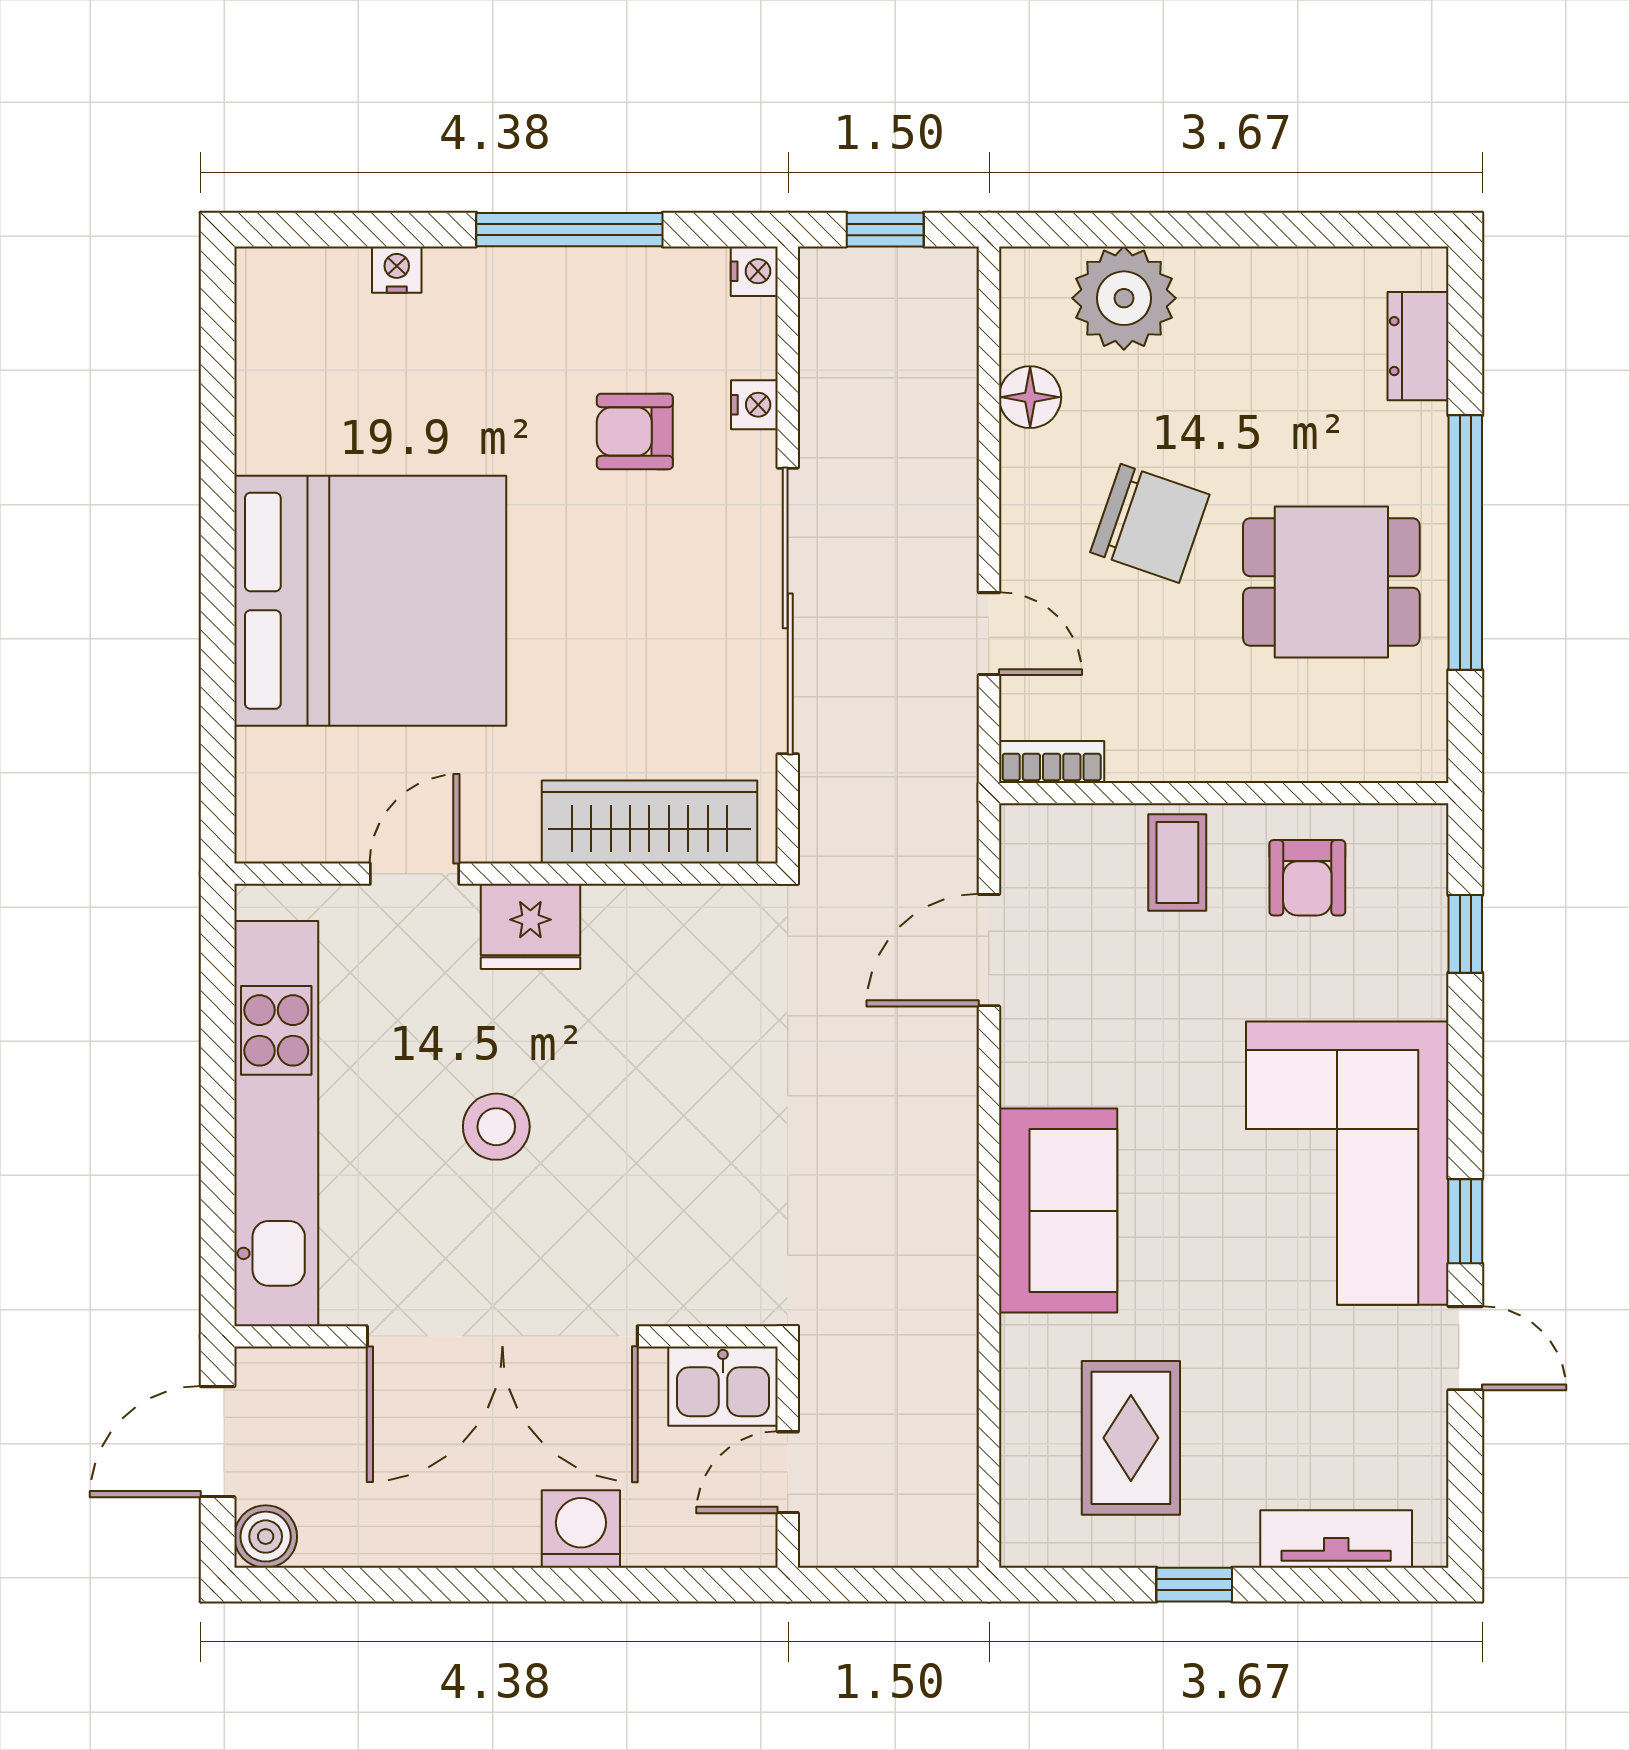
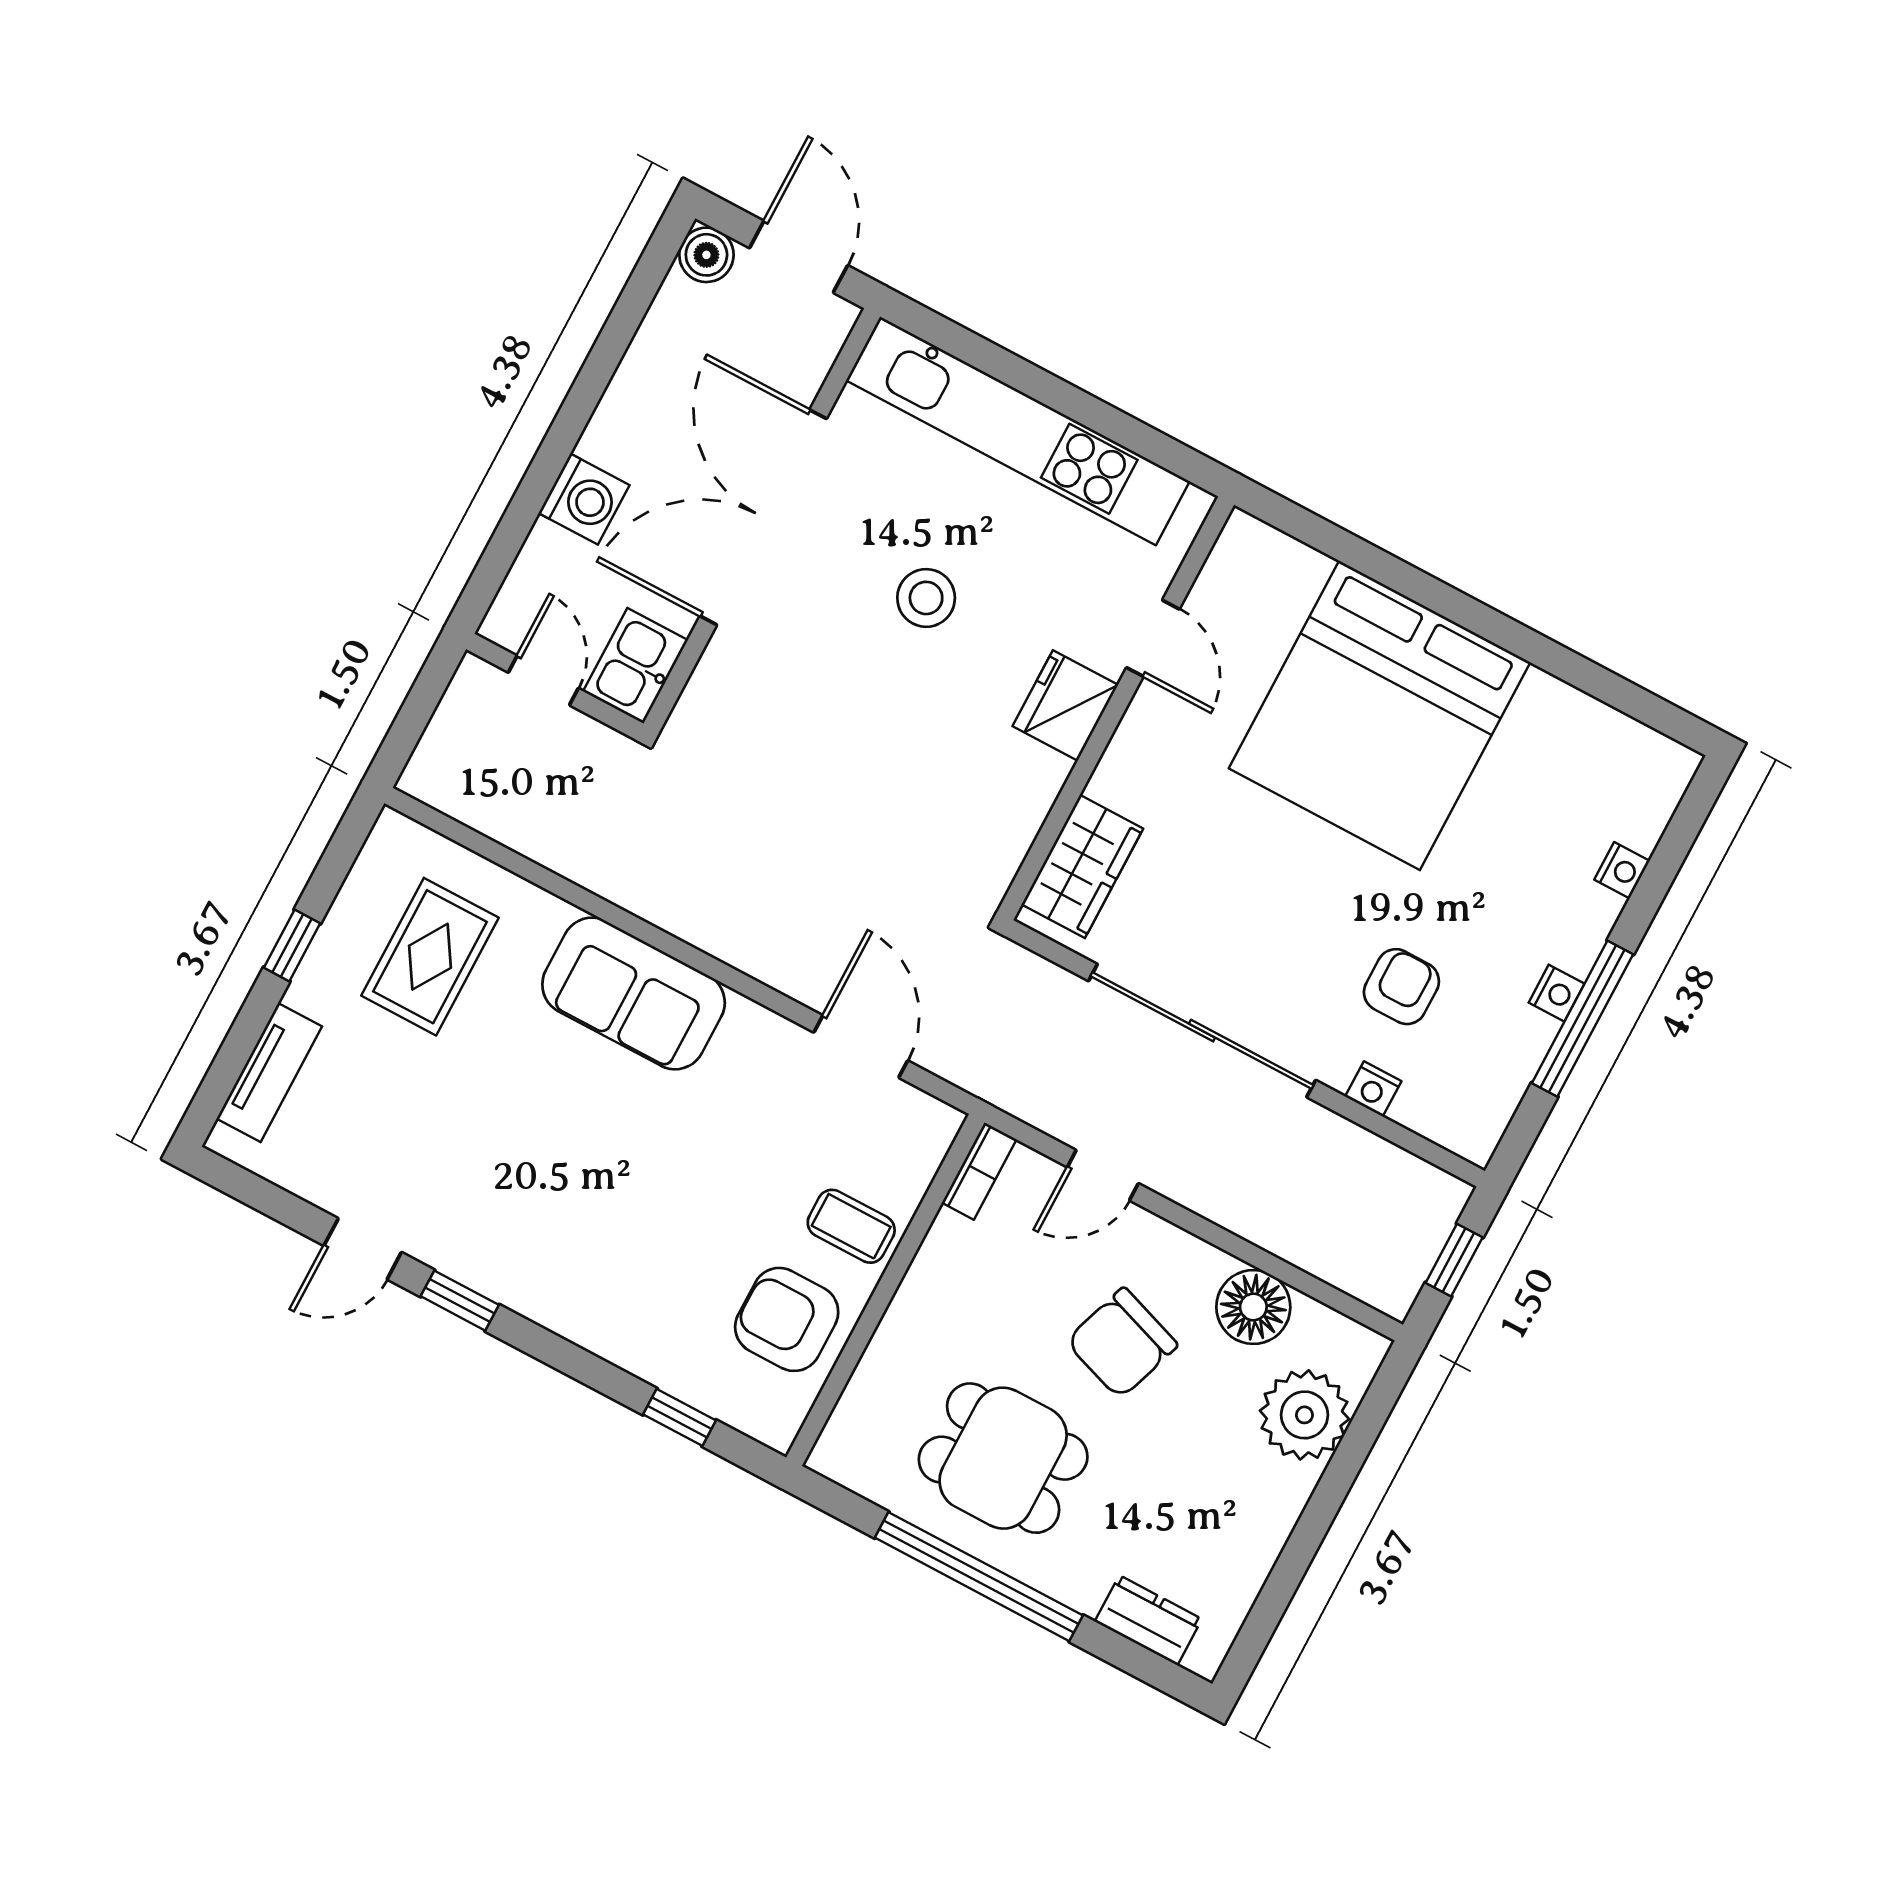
nightstand: (754, 271) -> (1557, 993), moved, turned -90
floor lamp: (1030, 397) -> (1253, 1307), width x1.38, depth x1.38
dining table: (1331, 582) -> (1003, 1458), turned 90
wardrobe: (649, 822) -> (1082, 866), width x0.67
armchair: (1307, 878) -> (787, 1319), width x1.38, depth x1.38
corner sofa: (1347, 1163) -> (552, 1234), removed
rug: (1131, 1438) -> (430, 957), turned 90

